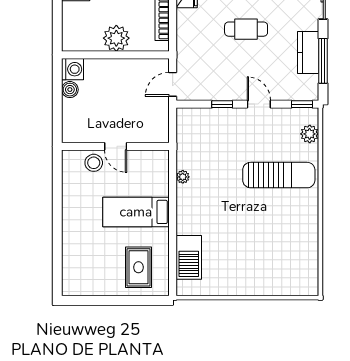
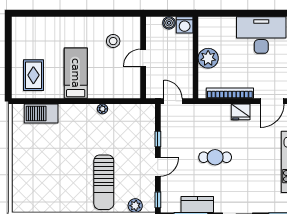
cafe table: (246, 29) -> (215, 157), turned 90
wall: (115, 146) -> (143, 58), moved
door: (116, 146) -> (143, 58), moved
rug: (139, 267) -> (33, 75), turned 90

